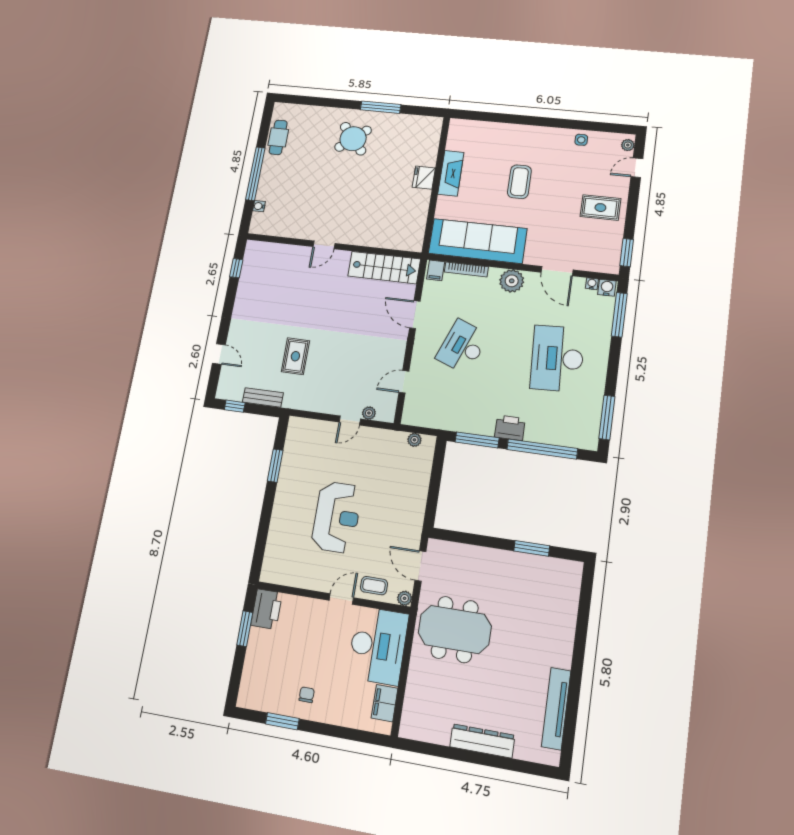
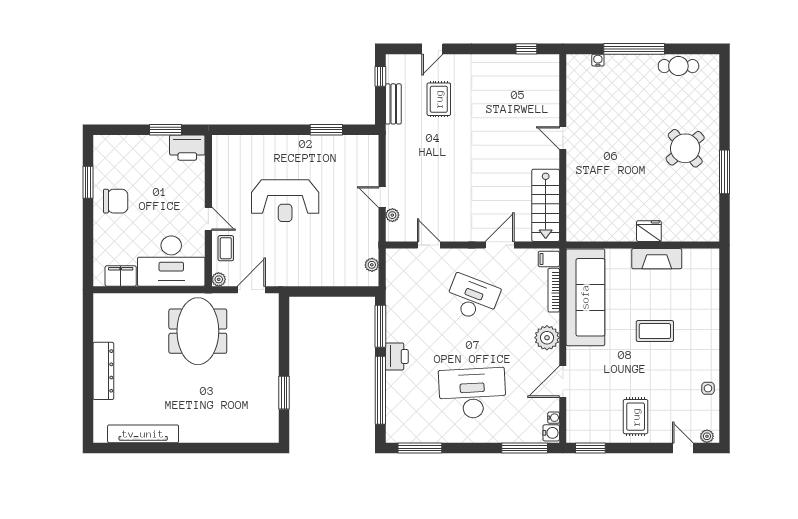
rug: (295, 356) -> (439, 99), moved, turned 90
chair: (307, 695) -> (116, 201), width x1.87, depth x1.87

